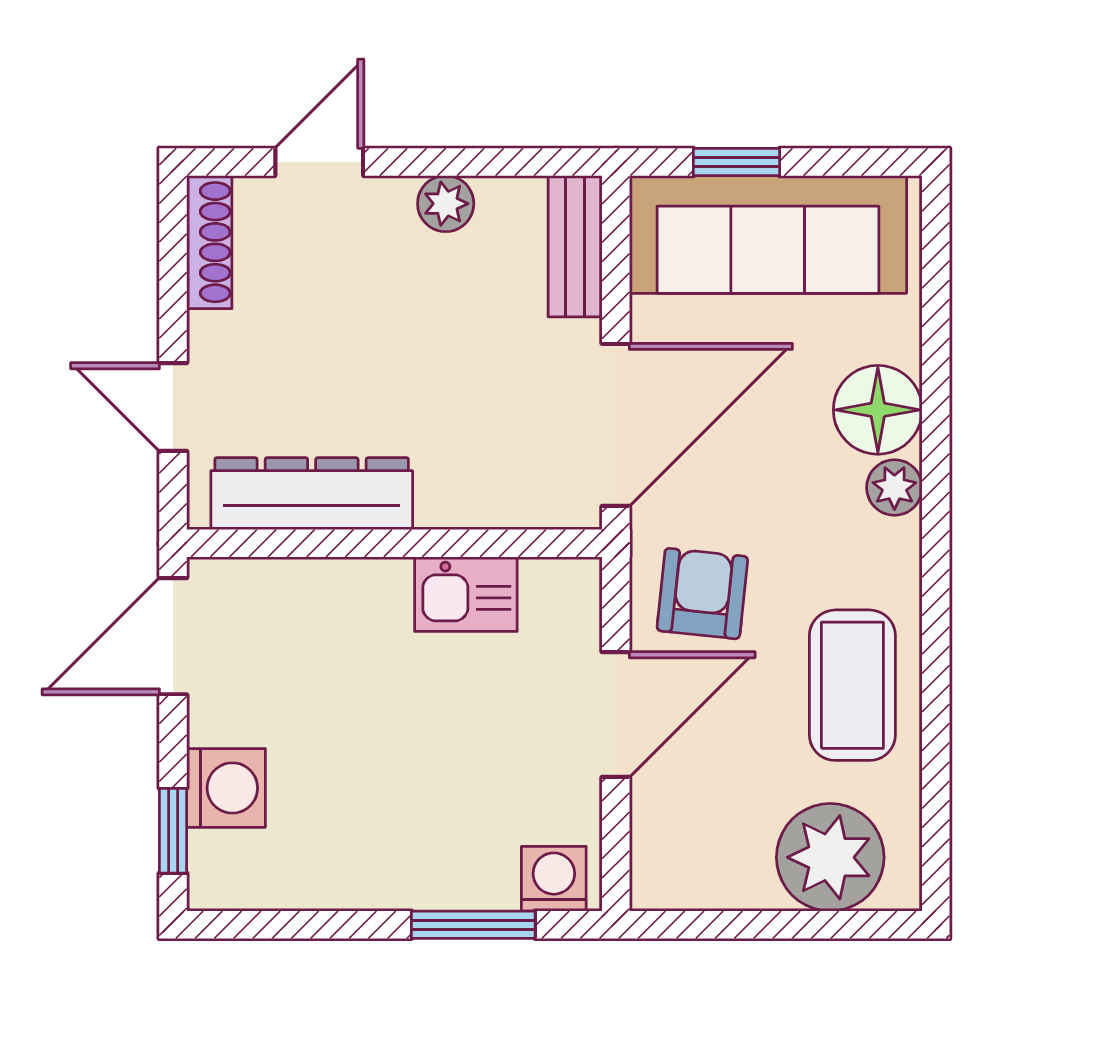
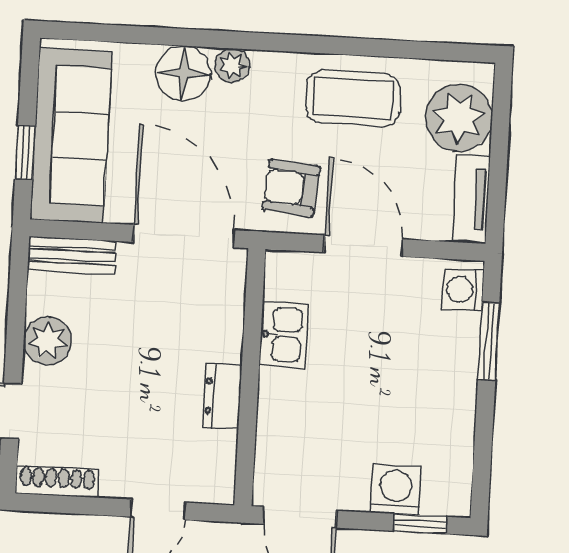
plant: (446, 204) -> (47, 341), width x1.38, depth x1.38
dresser: (312, 494) -> (222, 396), width x0.51, depth x0.80
tv unit: (700, 884) -> (471, 199), added

